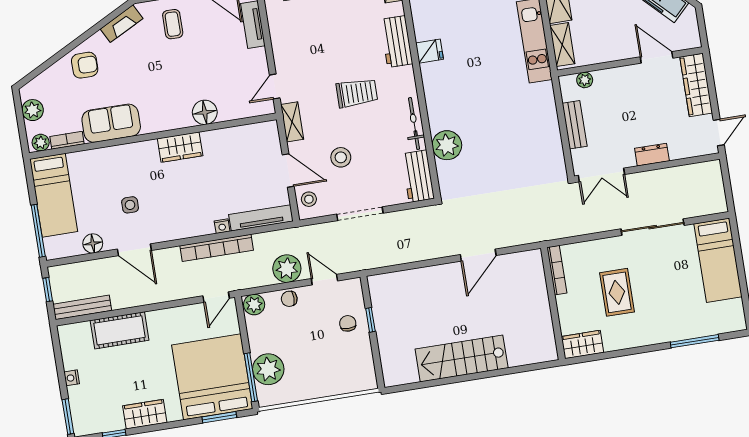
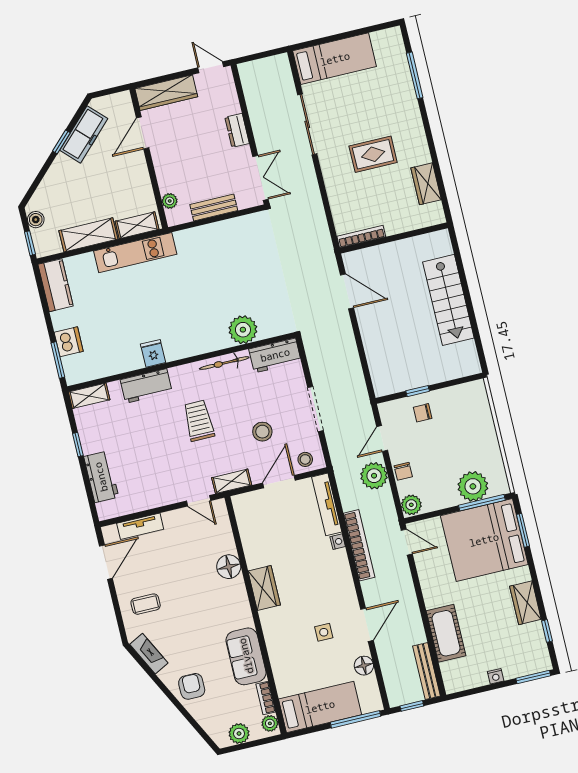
bookcase: (557, 270) -> (361, 237), moved
wall: (553, 303) -> (394, 238), moved

